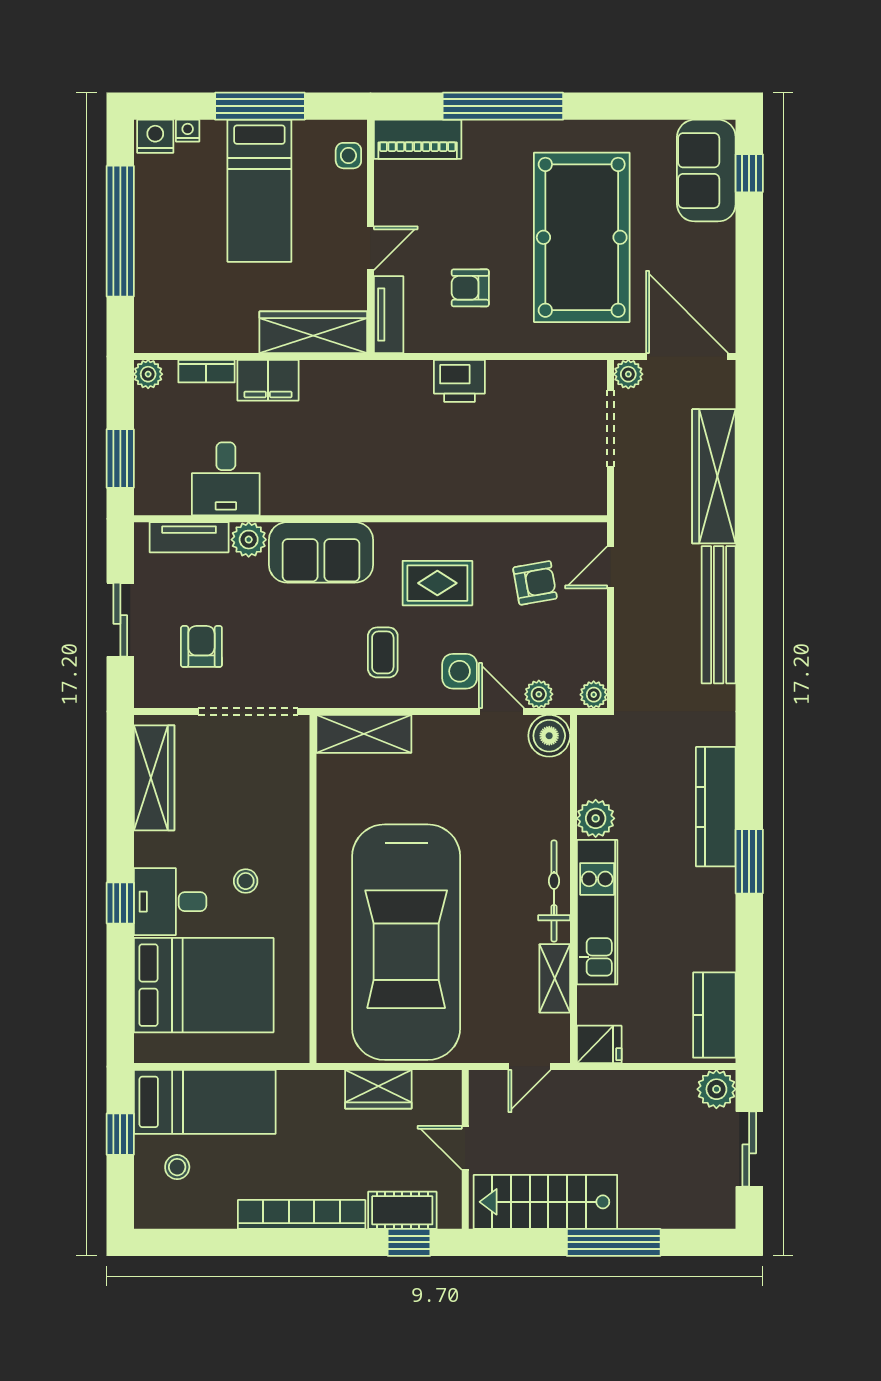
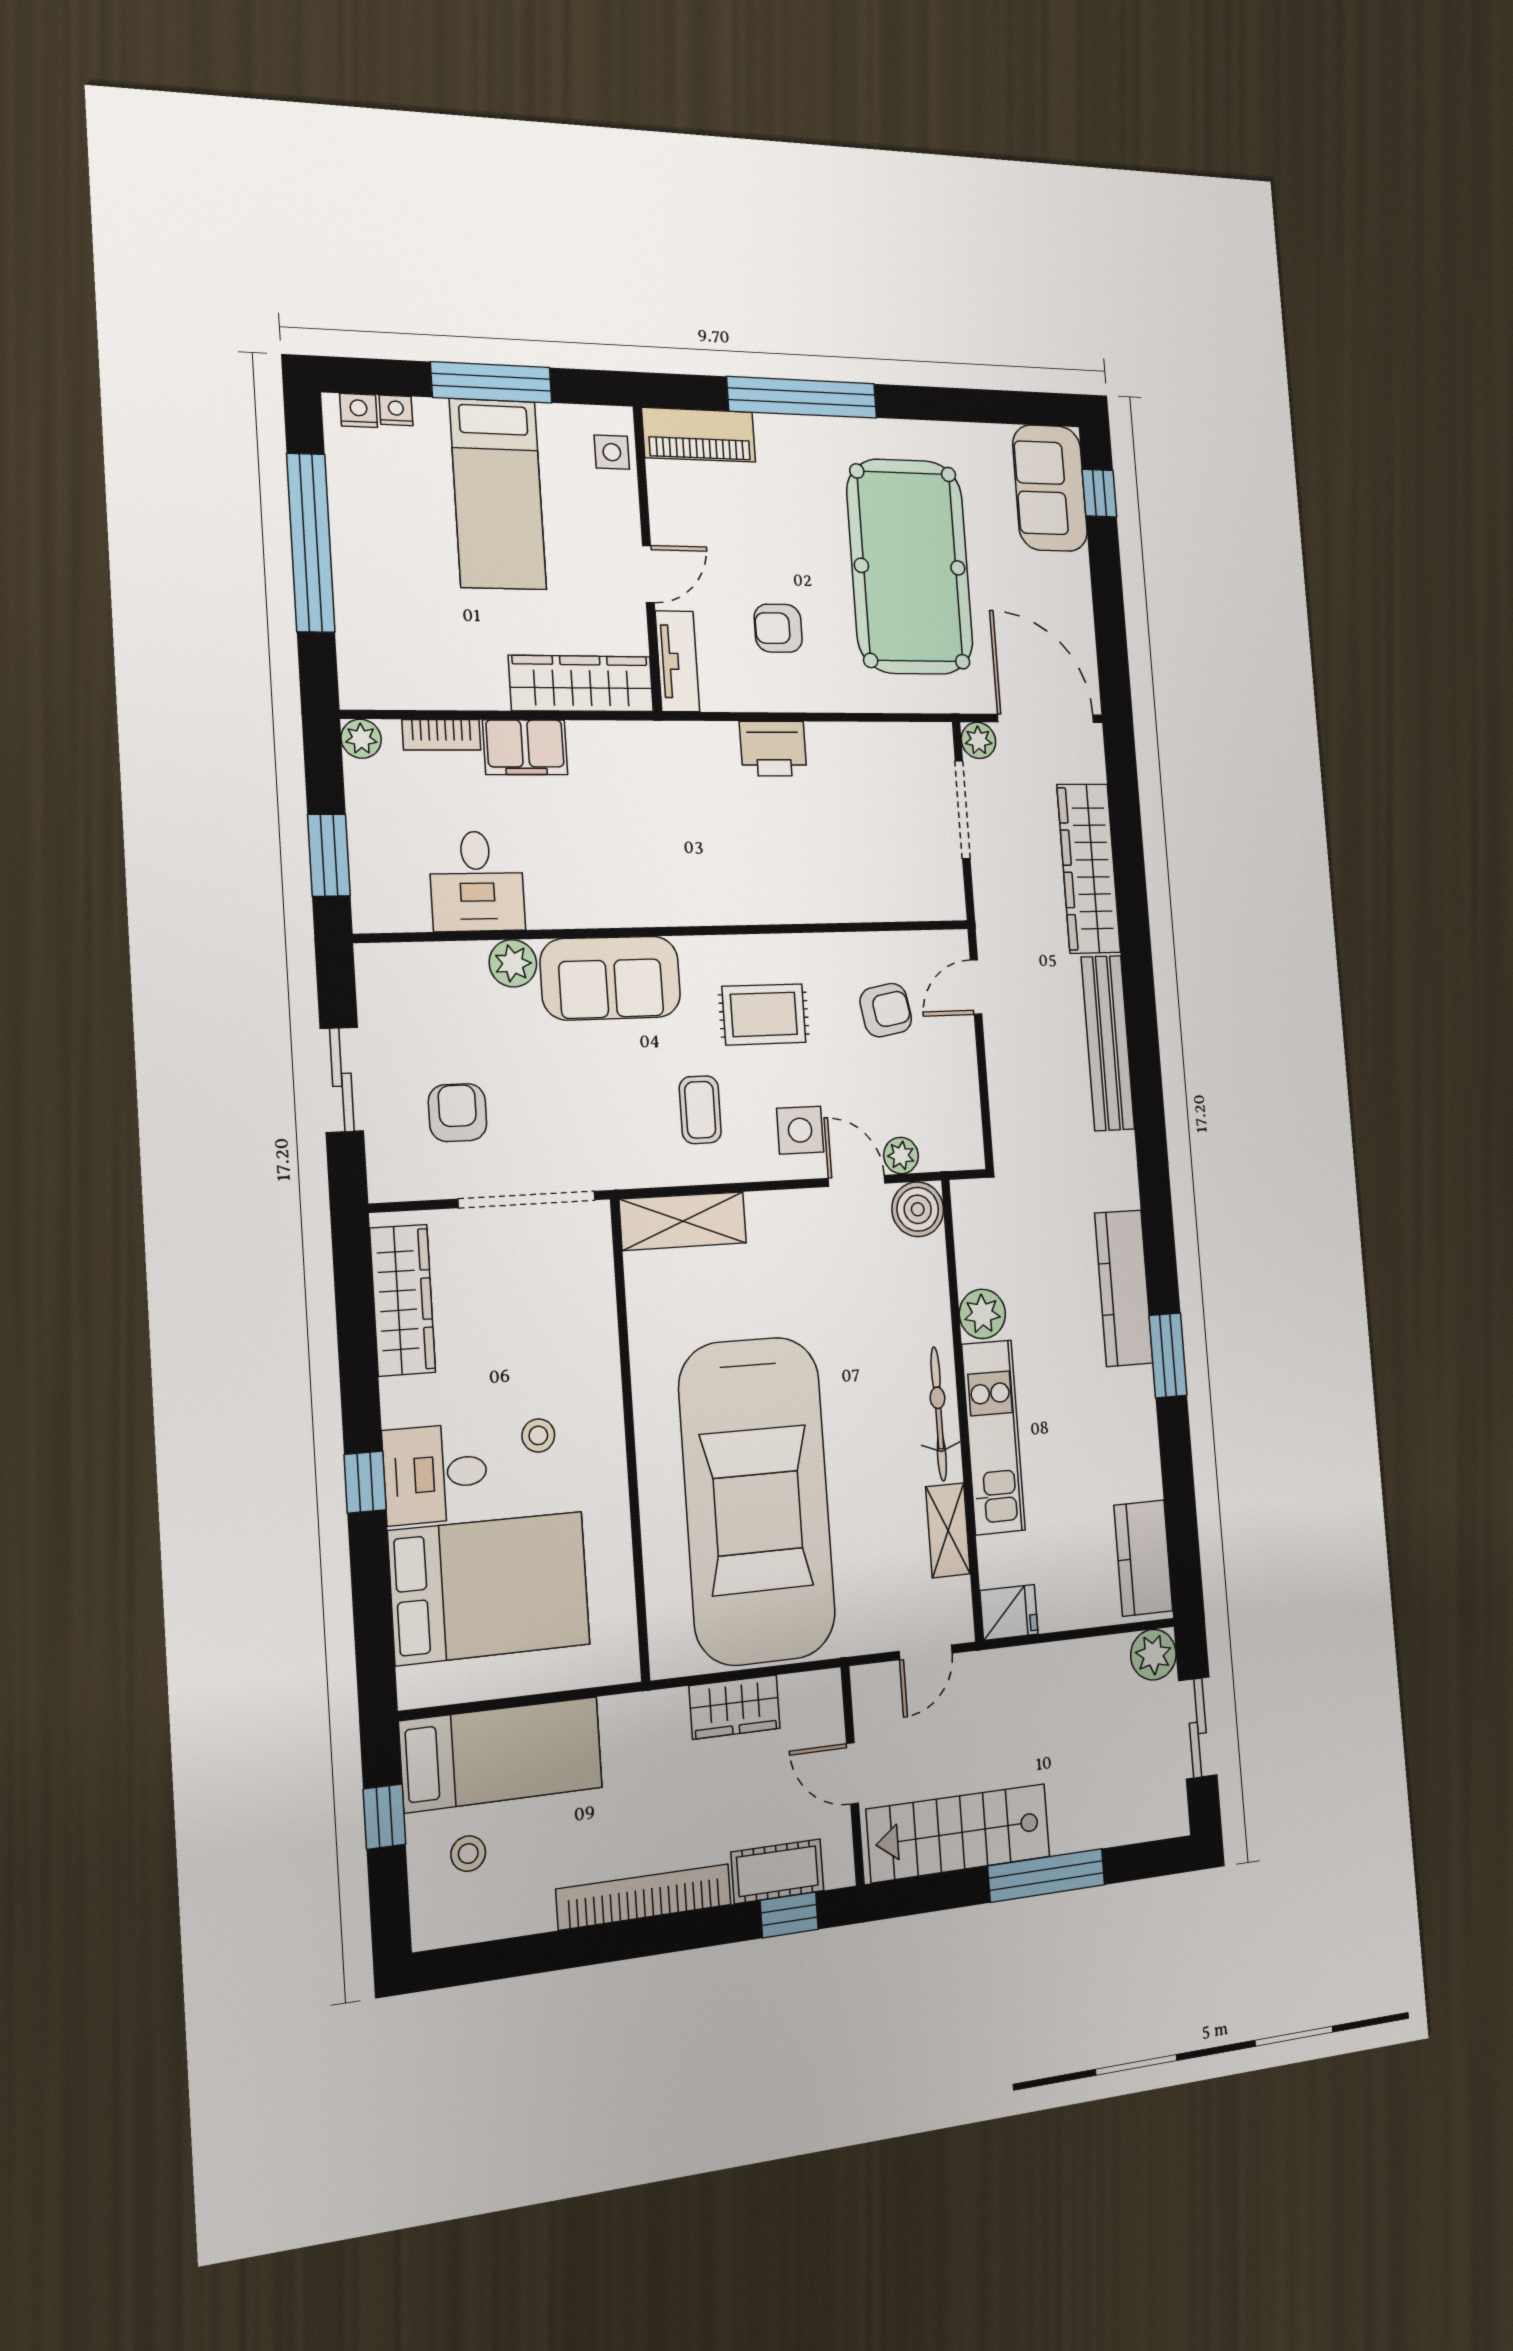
nightstand: (155, 136) -> (359, 410), width x0.72, depth x0.74
tv unit: (189, 537) -> (431, 962), removed
plant: (594, 695) -> (968, 1152), removed

